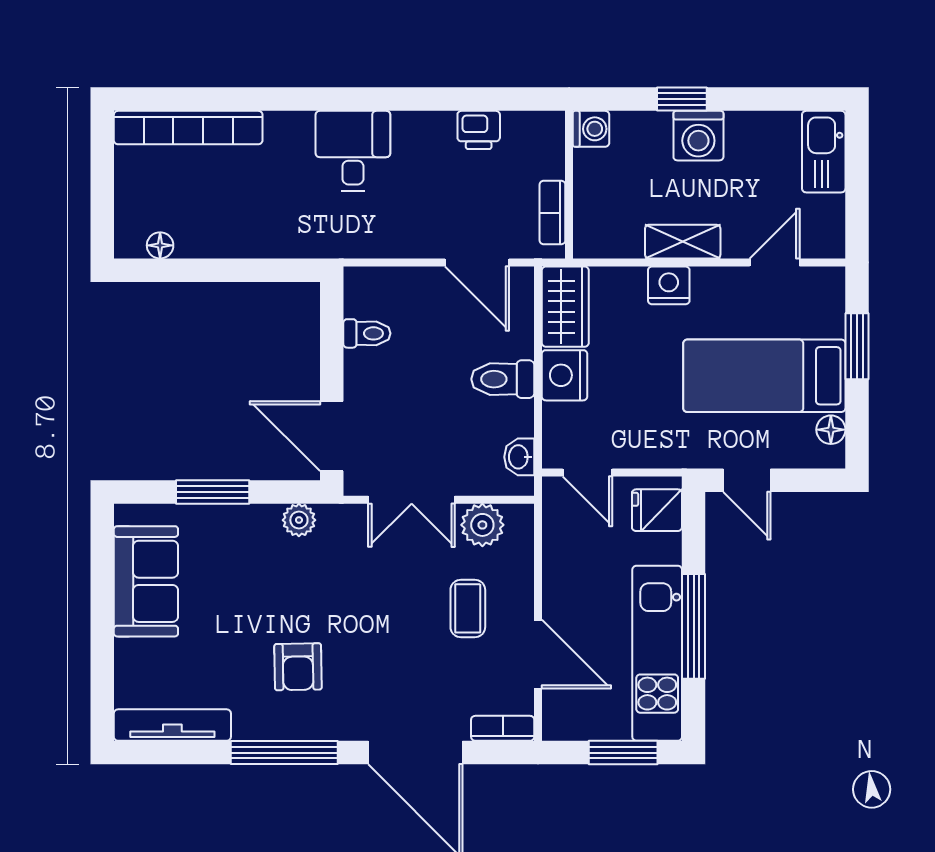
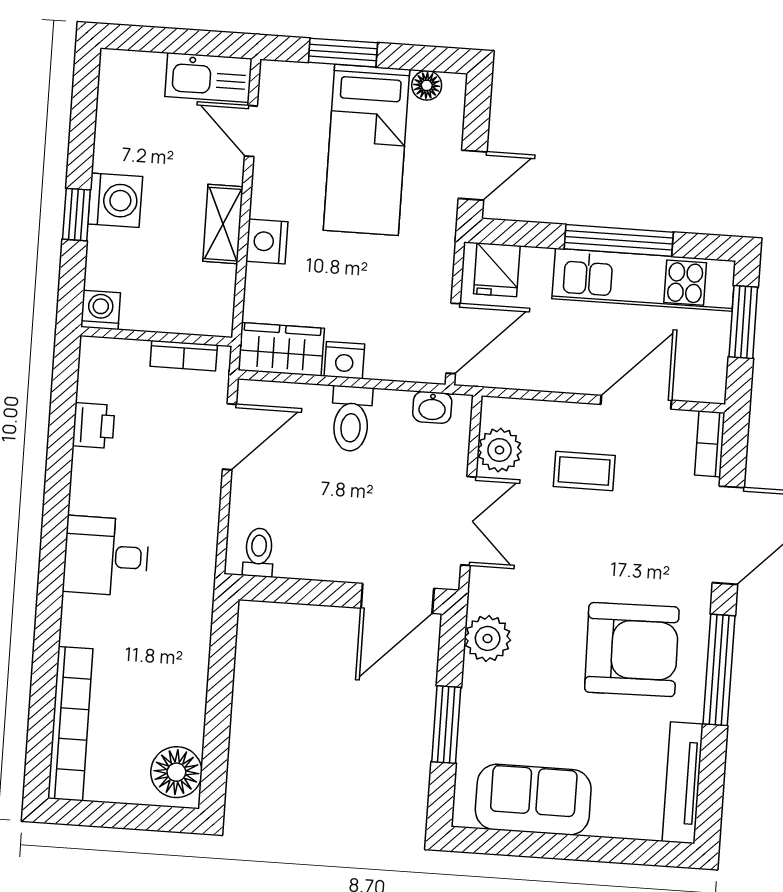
kitchen sink: (824, 152) -> (208, 78), moved
floor lamp: (160, 245) -> (176, 772), width x1.89, depth x1.89
toilet: (367, 333) -> (259, 552), moved
nightstand: (565, 375) -> (344, 360), width x0.74, depth x0.75
door: (587, 472) -> (453, 338), width x1.38
plant: (299, 520) -> (488, 638), width x1.38, depth x1.38
armchair: (298, 667) -> (632, 650), width x1.88, depth x1.88

